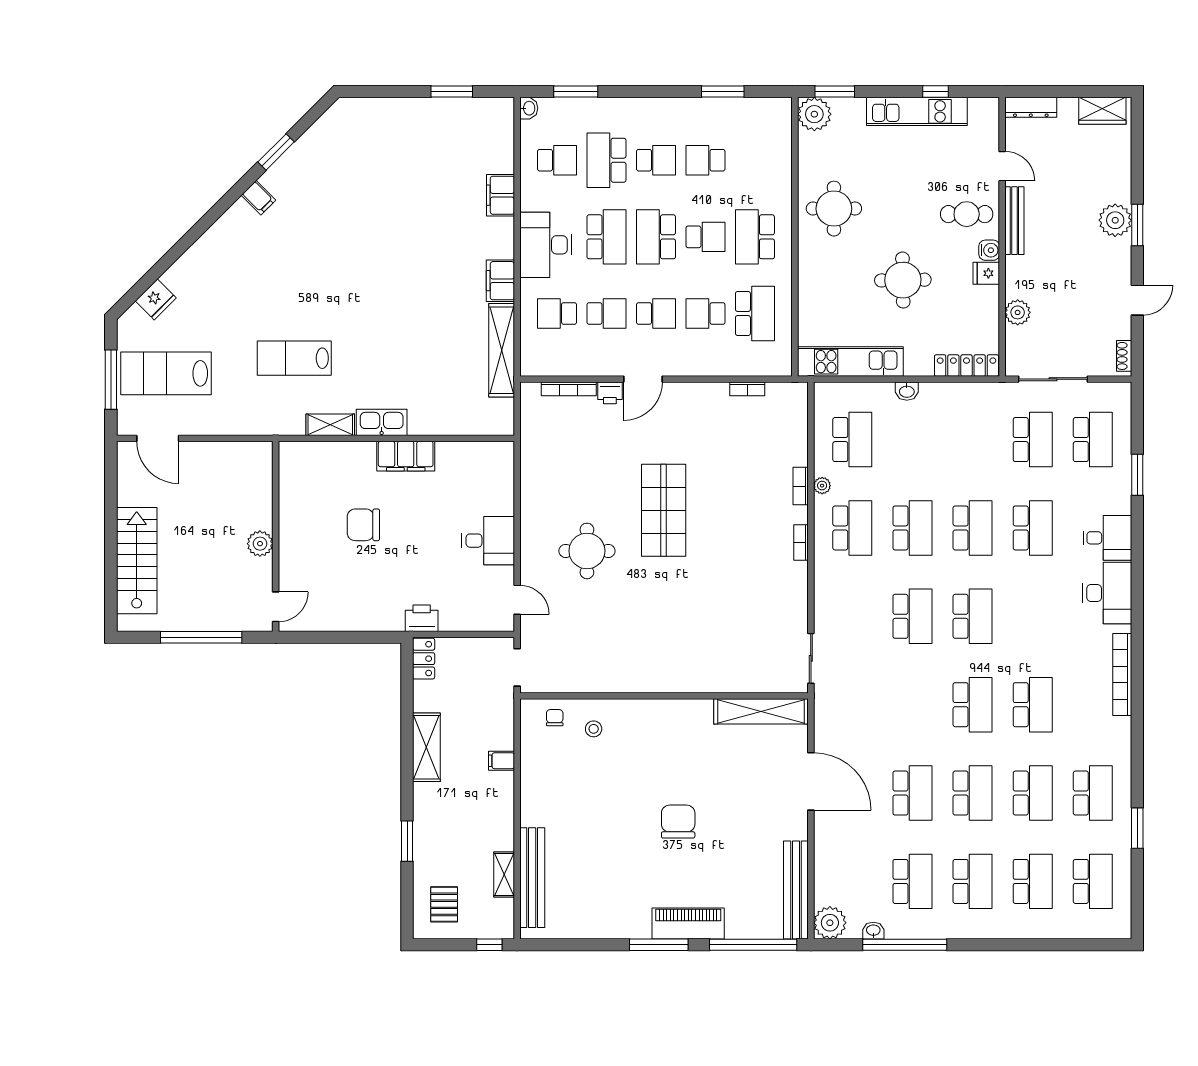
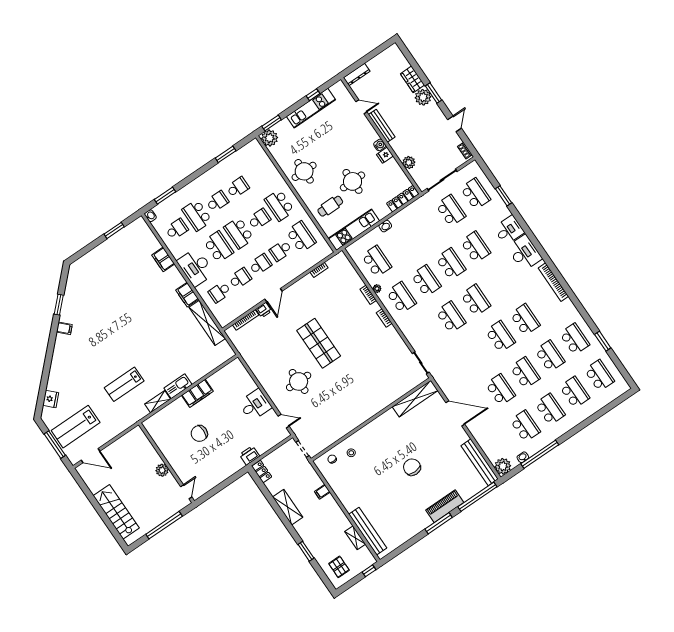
wardrobe: (1102, 111) -> (412, 79), moved, turned 90
school desk: (705, 160) -> (238, 188), turned 180
cafe table: (967, 214) -> (330, 206), moved

